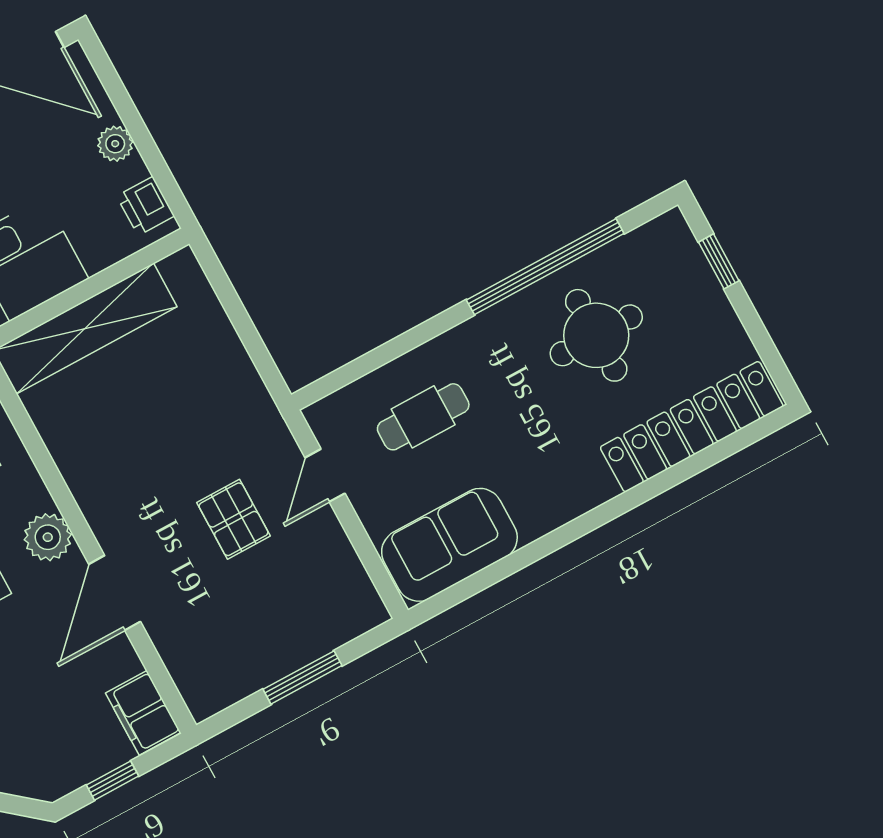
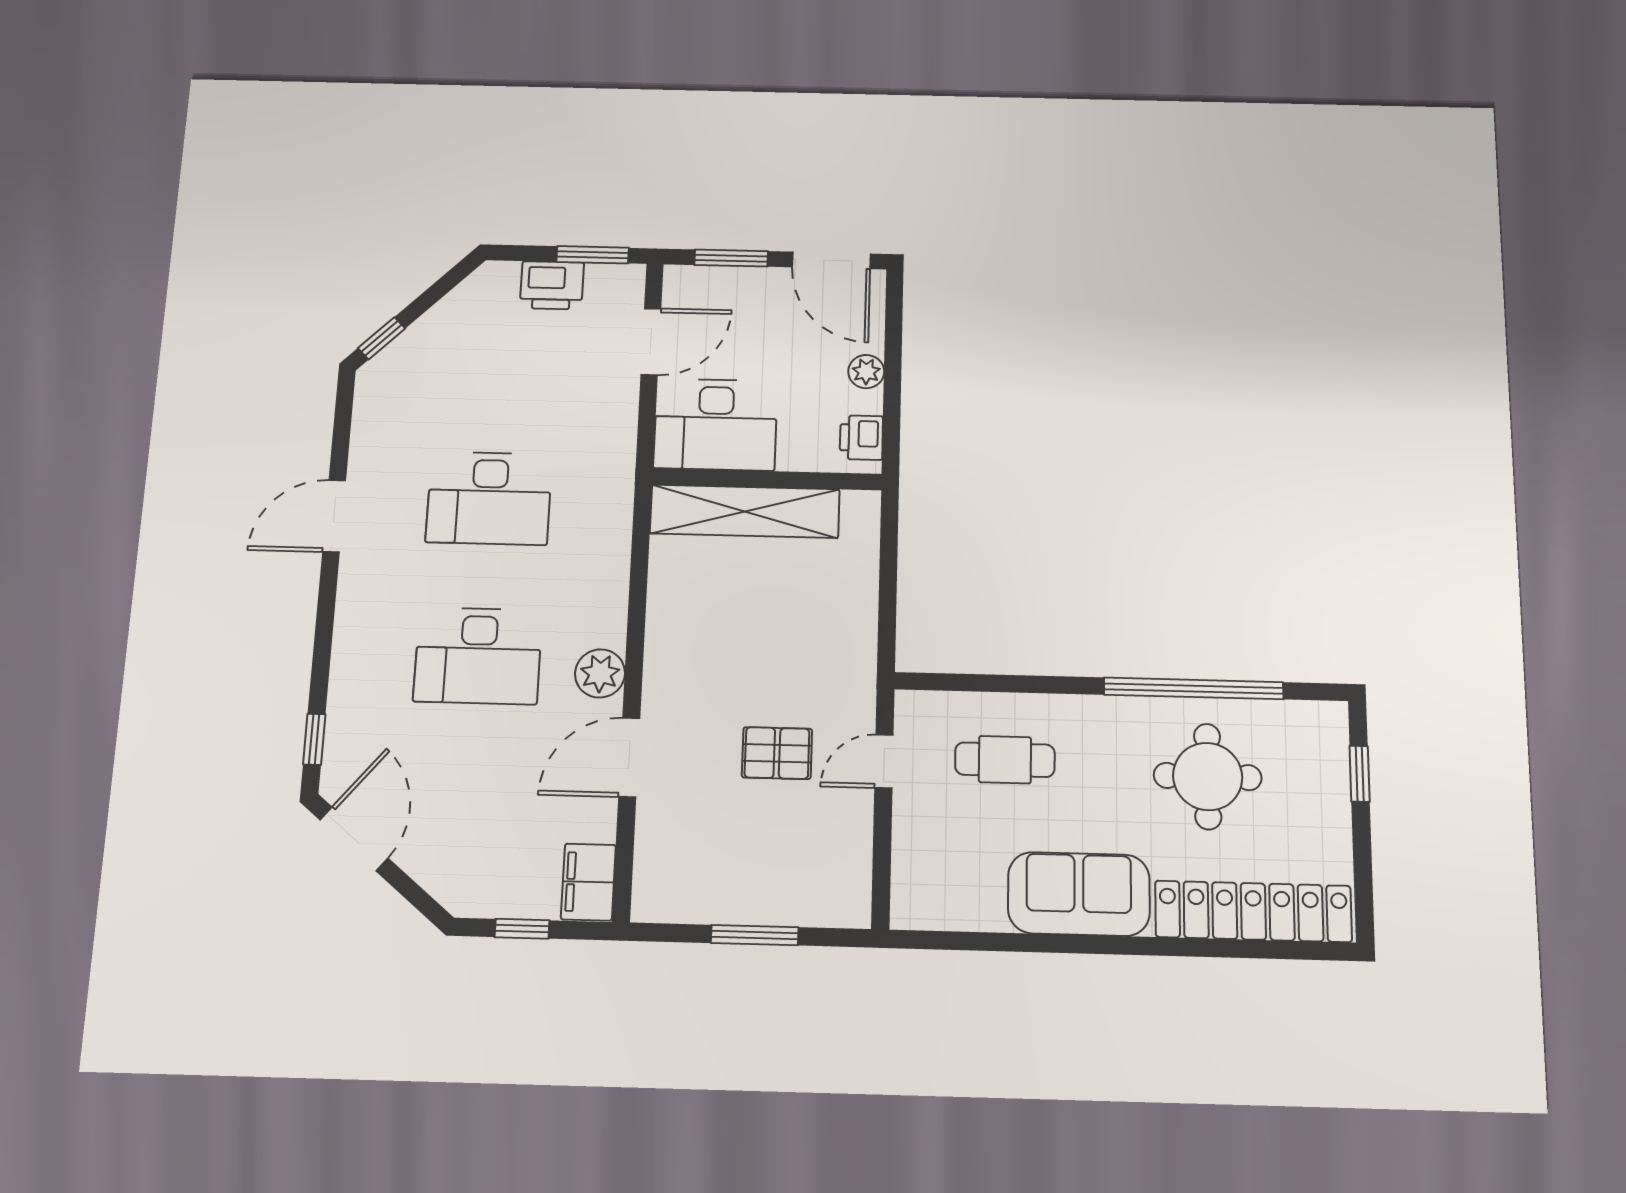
pallet: (233, 519) -> (777, 753), turned 90
sofa: (449, 545) -> (1079, 894), moved

